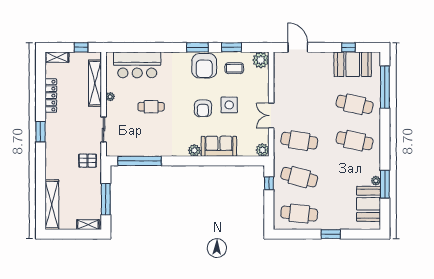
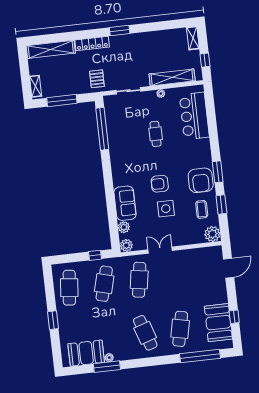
armchair: (204, 66) -> (201, 180), turned -90
locker: (51, 96) -> (92, 44), moved
cafe table: (355, 141) -> (145, 333), turned -30
plant: (194, 150) -> (124, 227), moved

